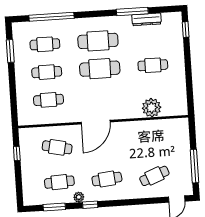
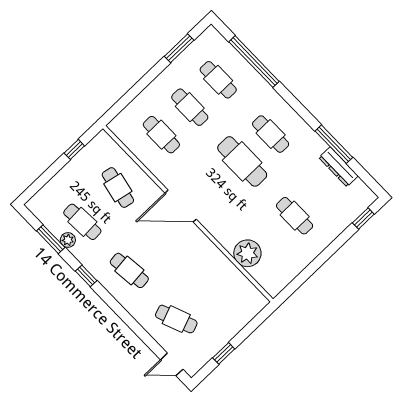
cafe table: (98, 41) -> (271, 134), width x0.73, depth x0.74
window: (194, 166) -> (224, 353), width x0.46
plant: (79, 197) -> (68, 240), moved

